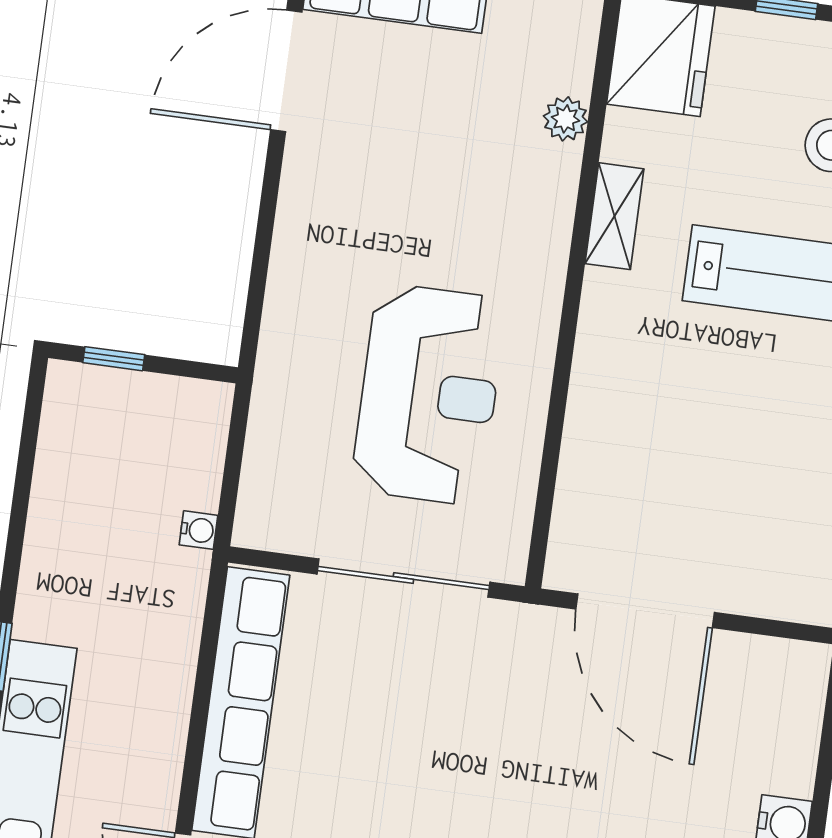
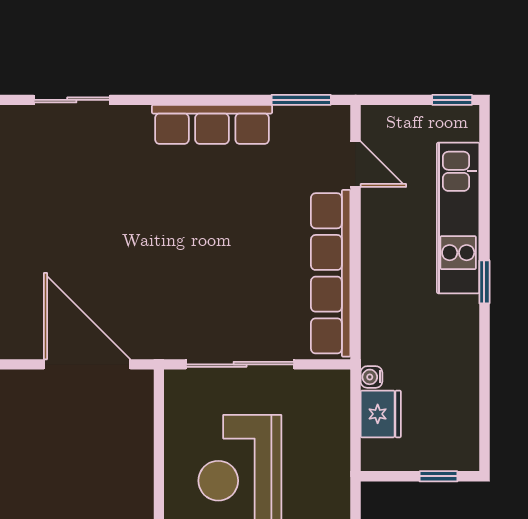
fridge: (192, 470) -> (381, 414), added

